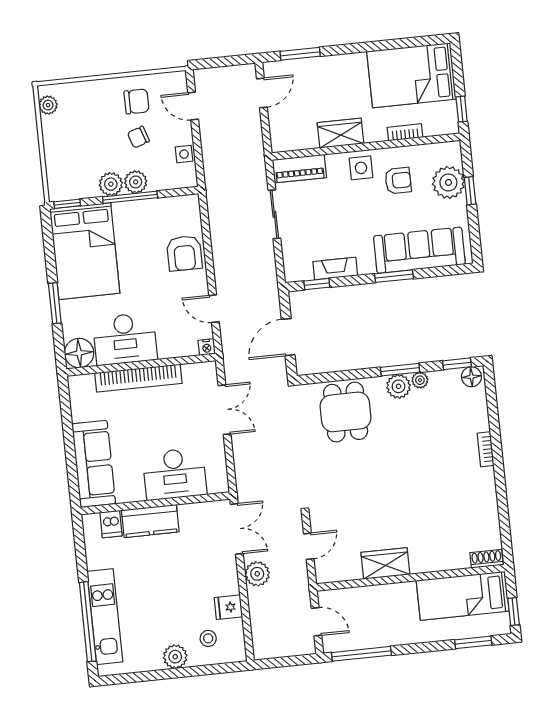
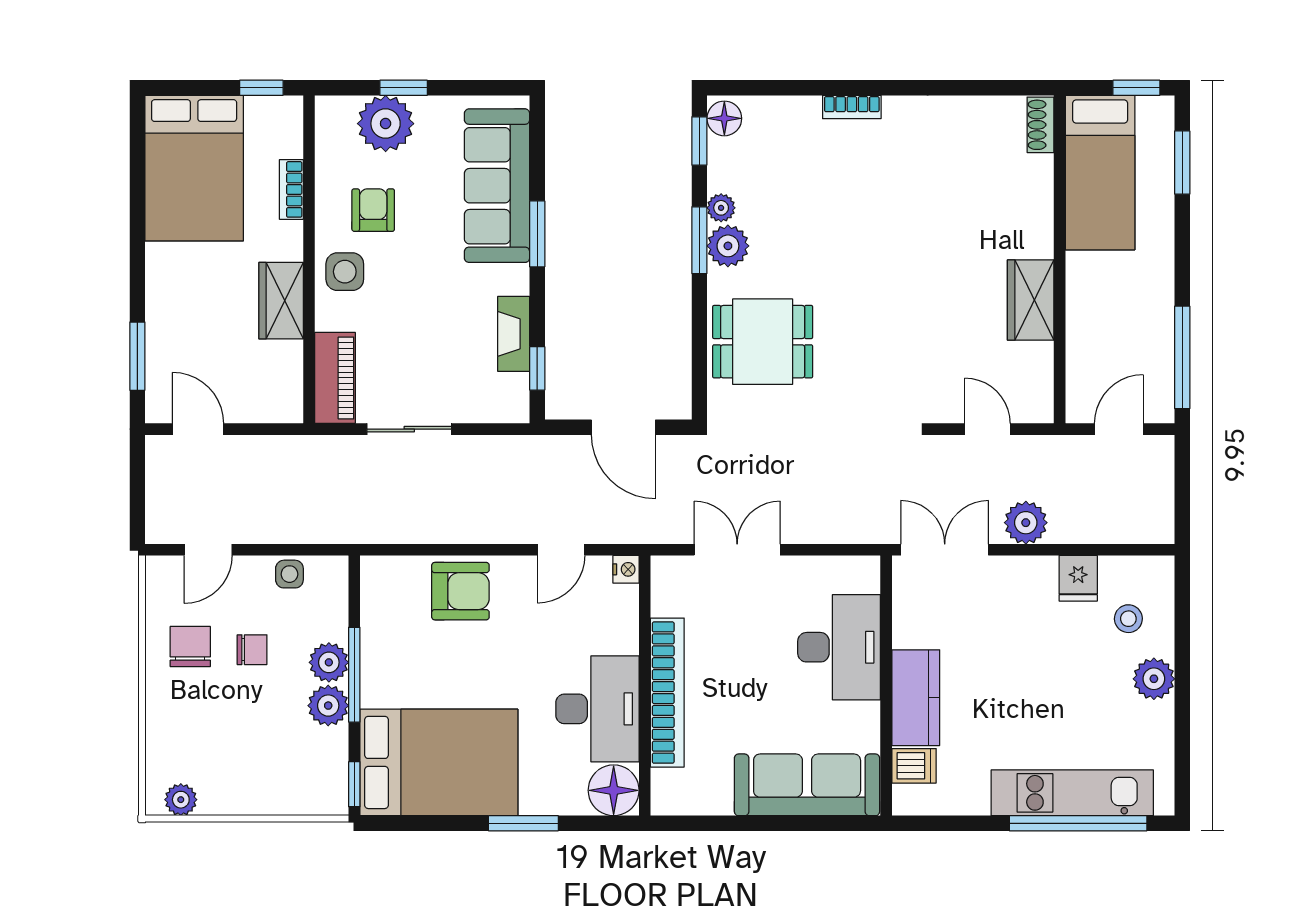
chair: (138, 137) -> (252, 650), turned -71

